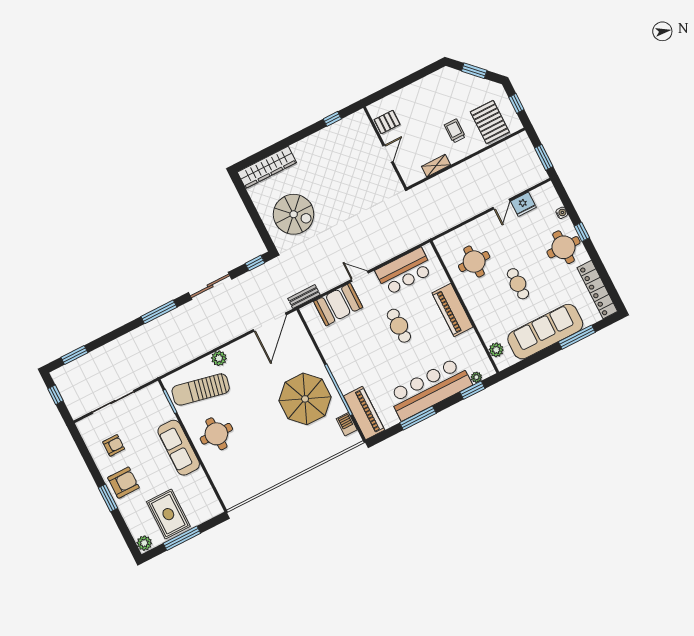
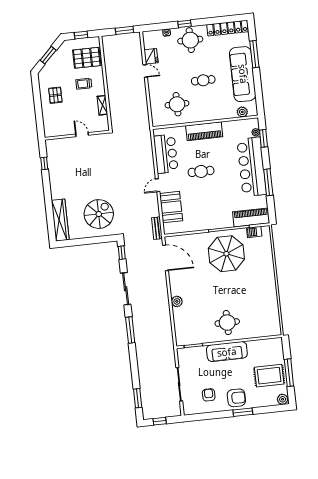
pallet: (387, 122) -> (55, 95), moved
sun lounger: (201, 390) -> (193, 322), removed
armchair: (123, 483) -> (236, 398), turned 90

